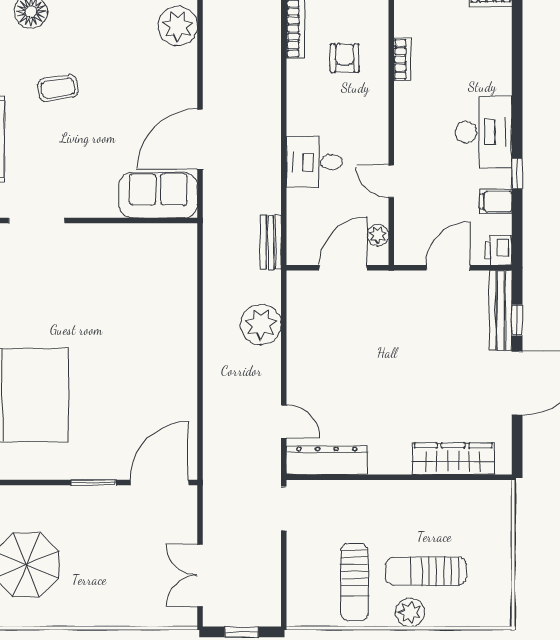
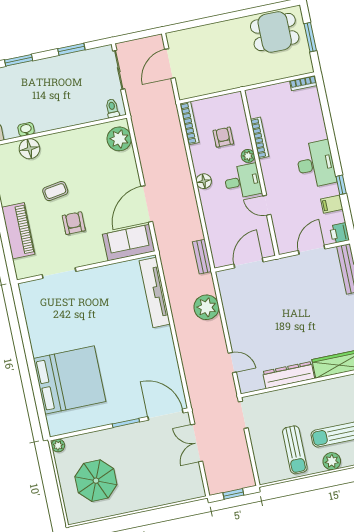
bookcase: (402, 59) -> (260, 138), width x1.56
floor lamp: (299, 122) -> (204, 181), added
armchair: (77, 145) -> (74, 223), added
desk: (314, 162) -> (243, 181), moved, turned 180
plant: (378, 235) -> (248, 156), moved
tv unit: (183, 283) -> (155, 292), added
dresser: (327, 460) -> (289, 375), moved
door: (159, 483) -> (165, 415), hinge flipped
double door: (200, 575) -> (197, 443), moved

